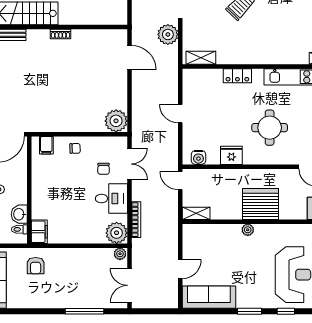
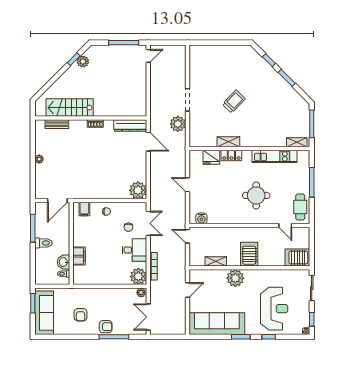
dresser: (106, 37) -> (130, 126), added
shelving: (201, 58) -> (228, 142), moved
fridge: (231, 155) -> (211, 157), moved, turned 180
server rack: (261, 204) -> (249, 254), width x0.62
shelving: (196, 213) -> (216, 261), moved
plant: (248, 230) -> (235, 278), width x1.88, depth x1.88
filing cabinet: (39, 232) -> (79, 256), moved
armchair: (36, 266) -> (81, 315), moved
door: (180, 269) -> (187, 290), moved
sofa: (209, 297) -> (217, 324), width x1.36, depth x1.27
armchair: (74, 298) -> (106, 327), added

